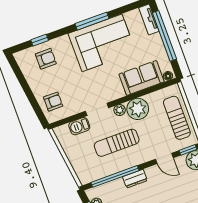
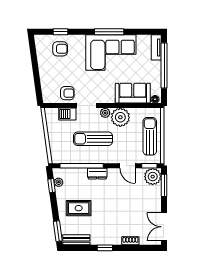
armchair: (53, 102) -> (67, 93), moved

